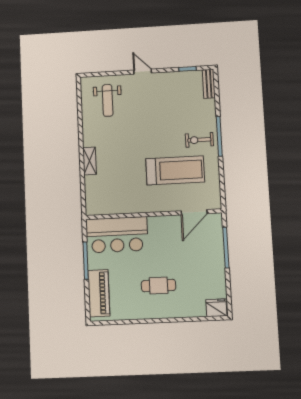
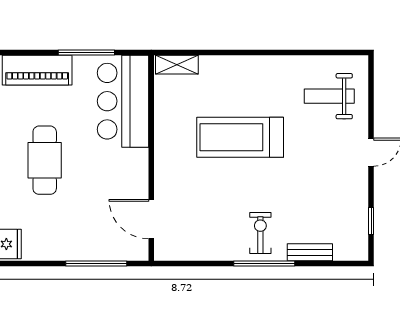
bench: (209, 84) -> (310, 252), moved
shelving: (90, 161) -> (177, 65), moved
treadmill: (175, 170) -> (240, 137), moved, turned 90
cafe table: (159, 286) -> (45, 160), width x1.37, depth x1.35

